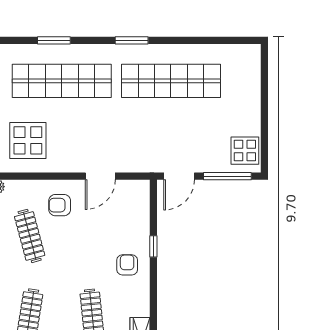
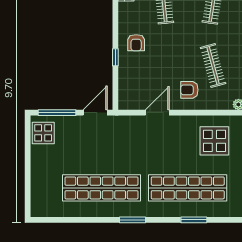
armchair: (60, 205) -> (189, 90), turned 180

